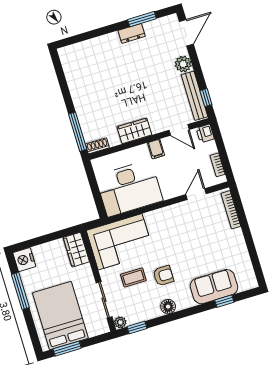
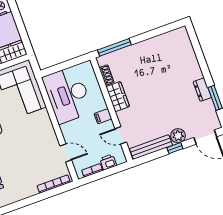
window: (206, 98) -> (175, 148), moved
door: (179, 130) -> (121, 135), hinge flipped
printer: (205, 133) -> (108, 162), moved
shoe rack: (97, 146) -> (107, 75), moved

